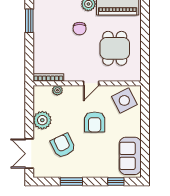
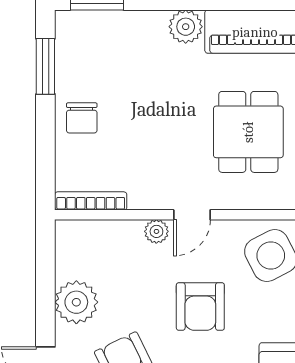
chair: (80, 29) -> (82, 118), moved
plant: (57, 90) -> (156, 231), moved

